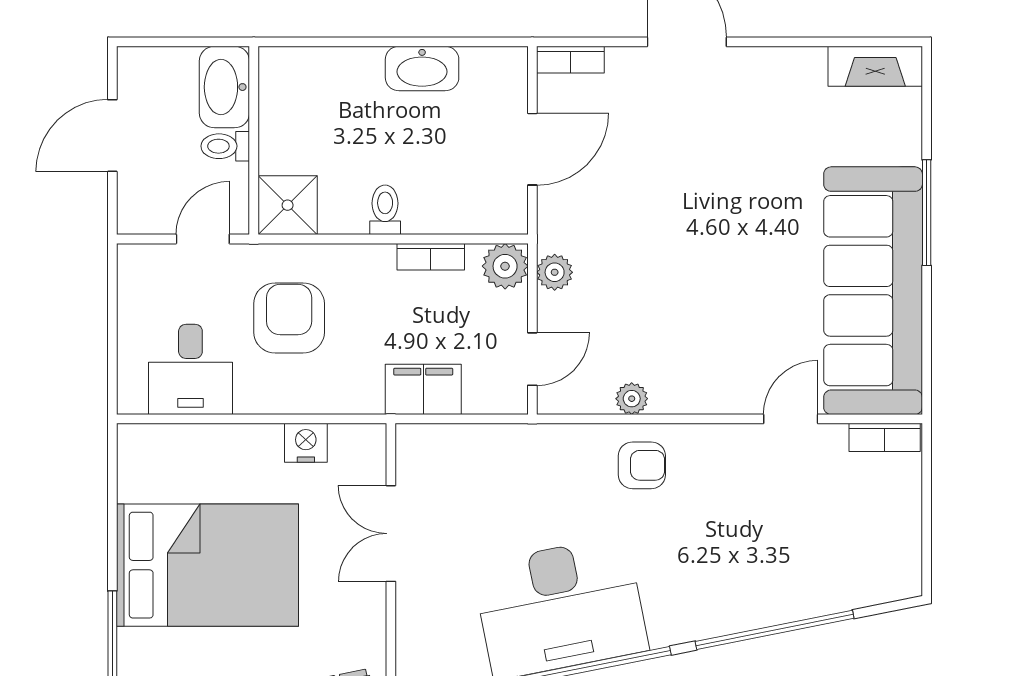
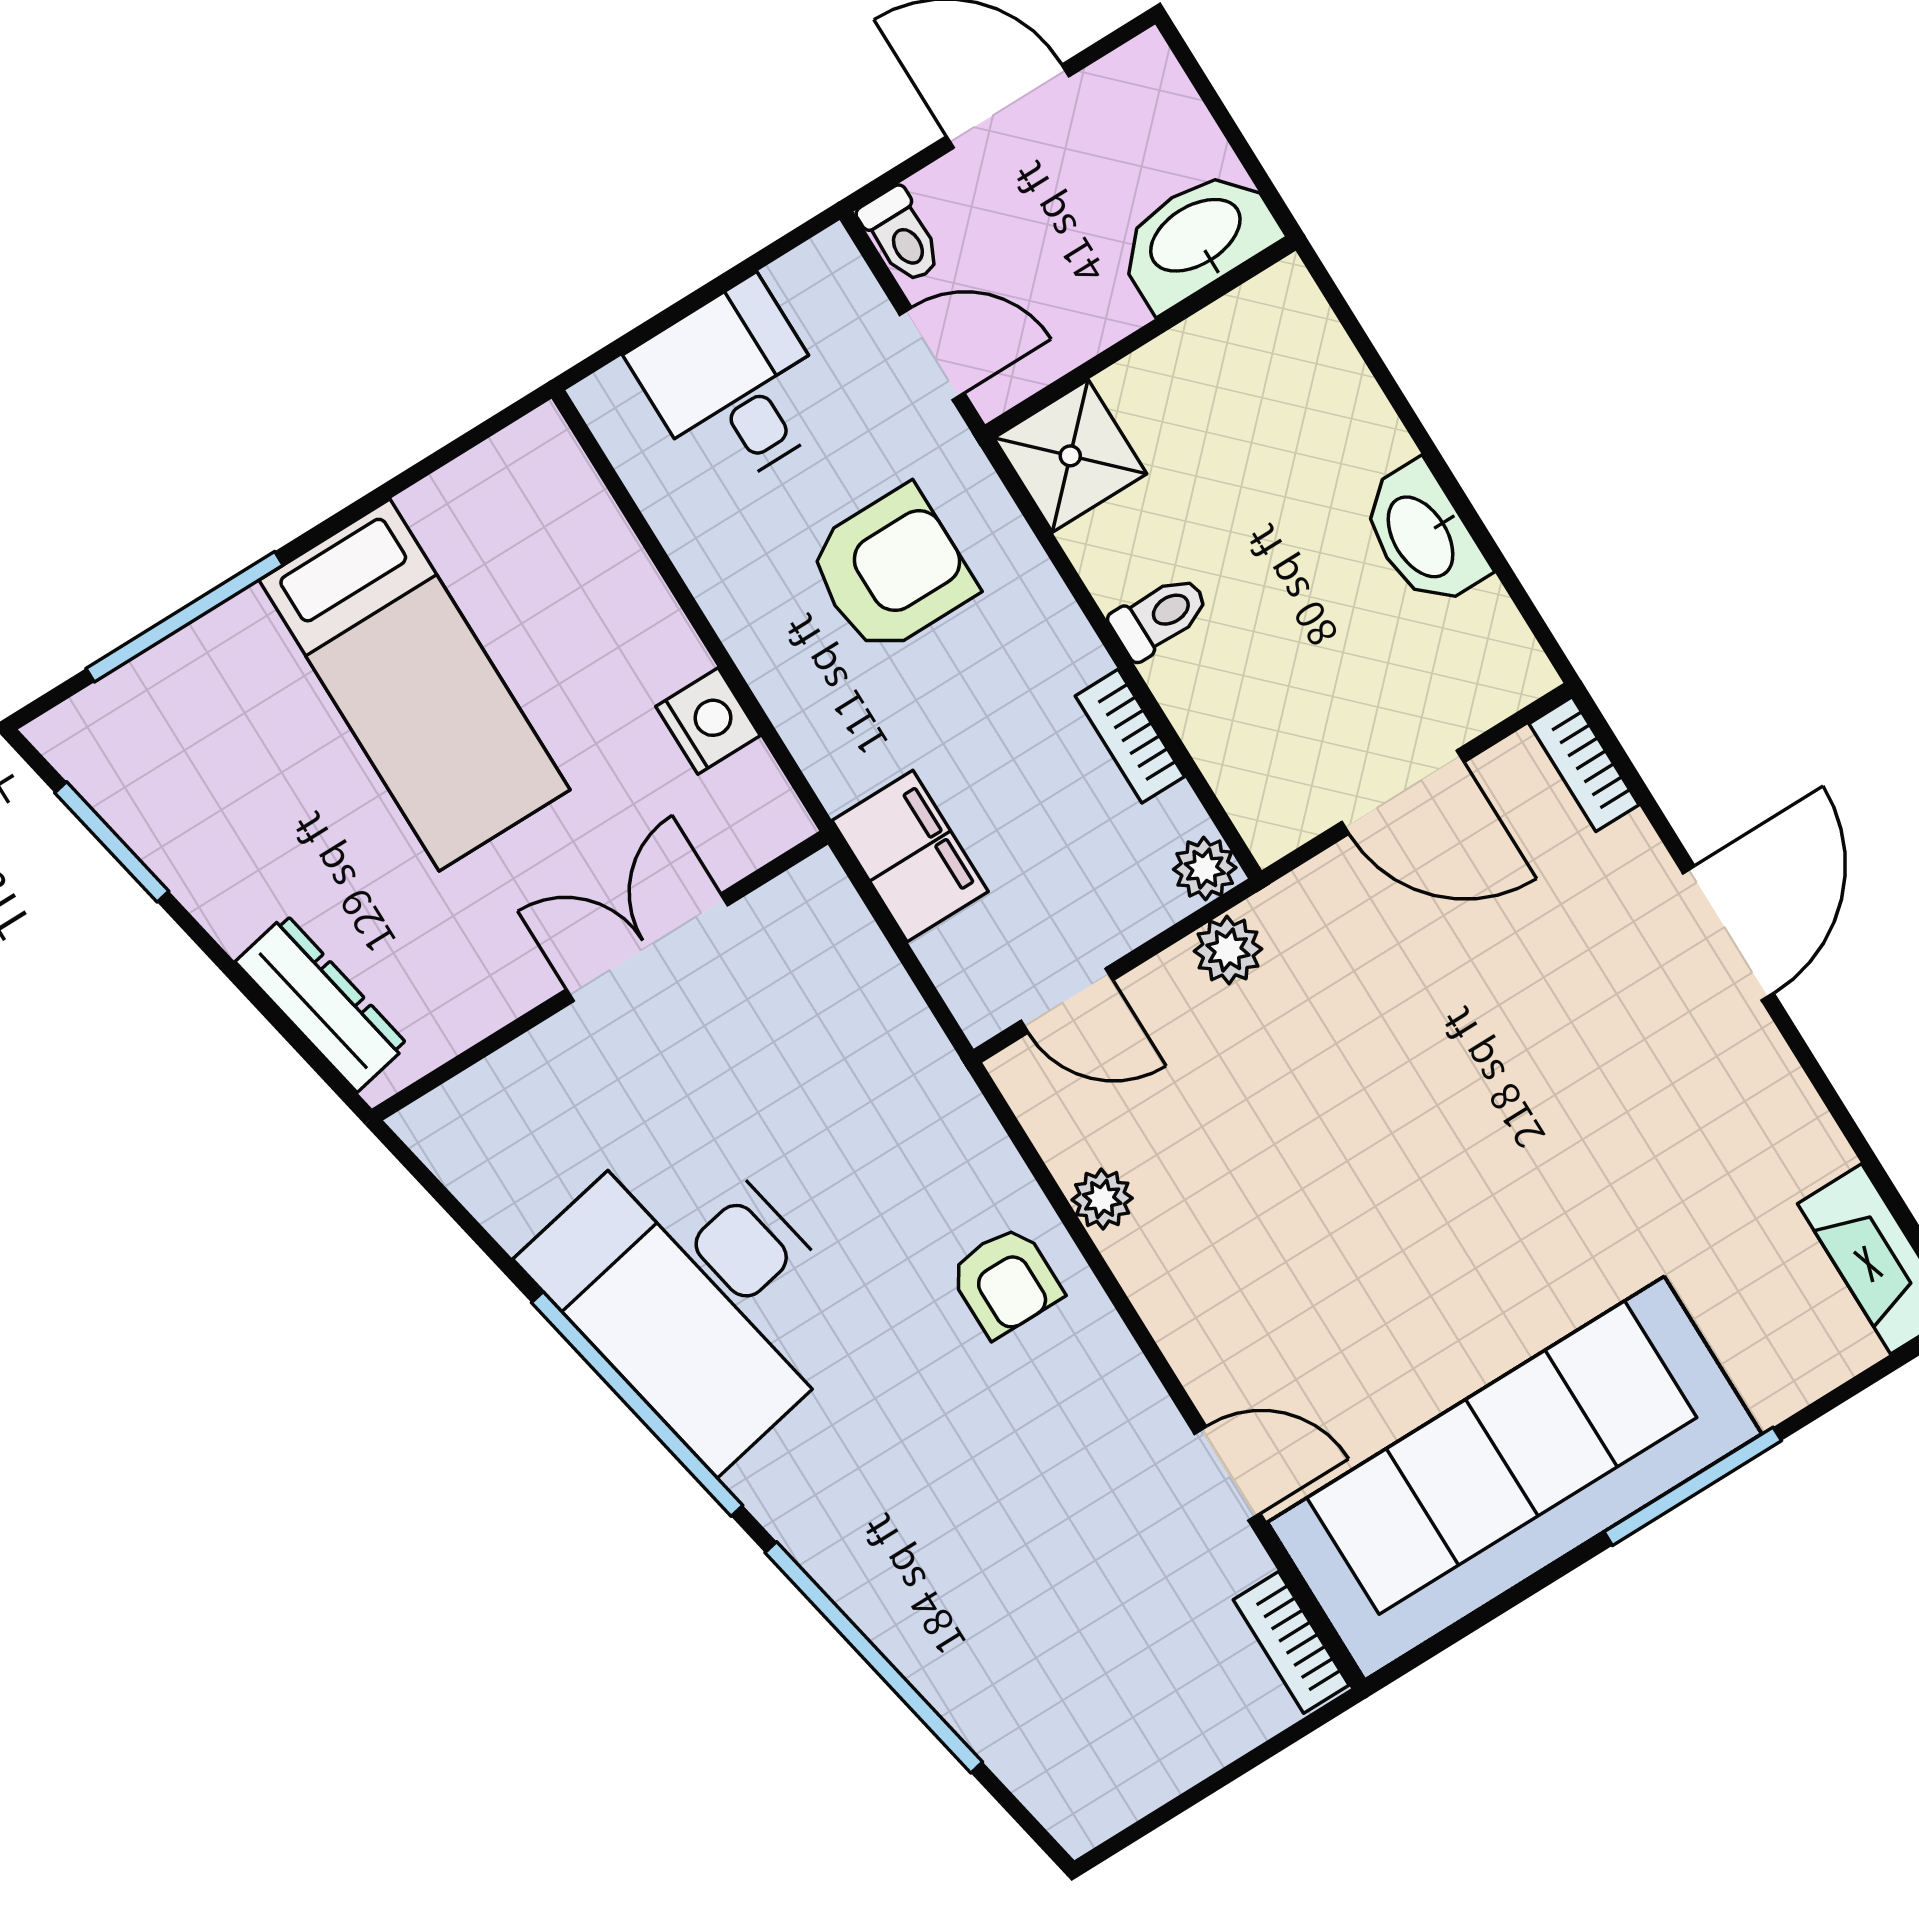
toilet: (225, 146) -> (901, 235), moved, turned 180
plant: (505, 266) -> (1205, 869), width x0.73, depth x0.73
desk: (190, 369) -> (734, 386), moved, turned 90
bed: (207, 565) -> (414, 685), width x0.67

